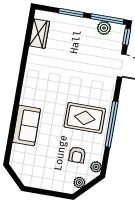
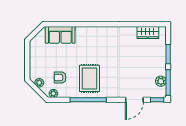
sofa: (27, 126) -> (60, 35), moved

